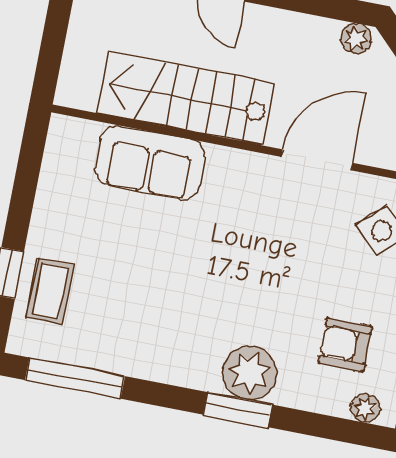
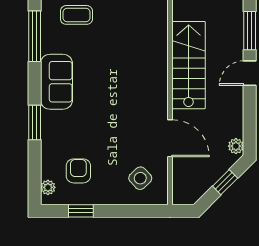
sofa: (150, 163) -> (56, 82), moved, turned 180
plant: (250, 373) -> (55, 125), removed

